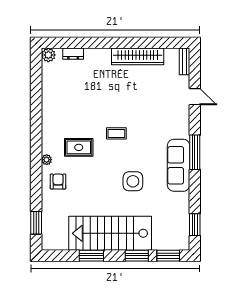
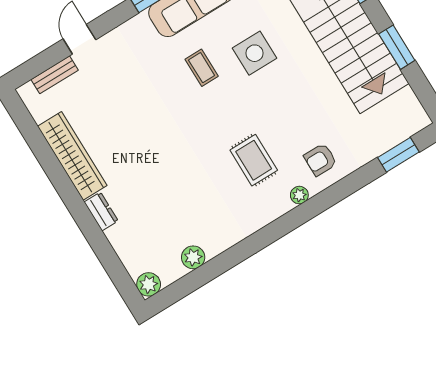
dresser: (73, 54) -> (101, 211), moved
bench: (185, 61) -> (55, 75), moved
plant: (48, 86) -> (193, 257), added
coffee table: (116, 133) -> (202, 68), moved

